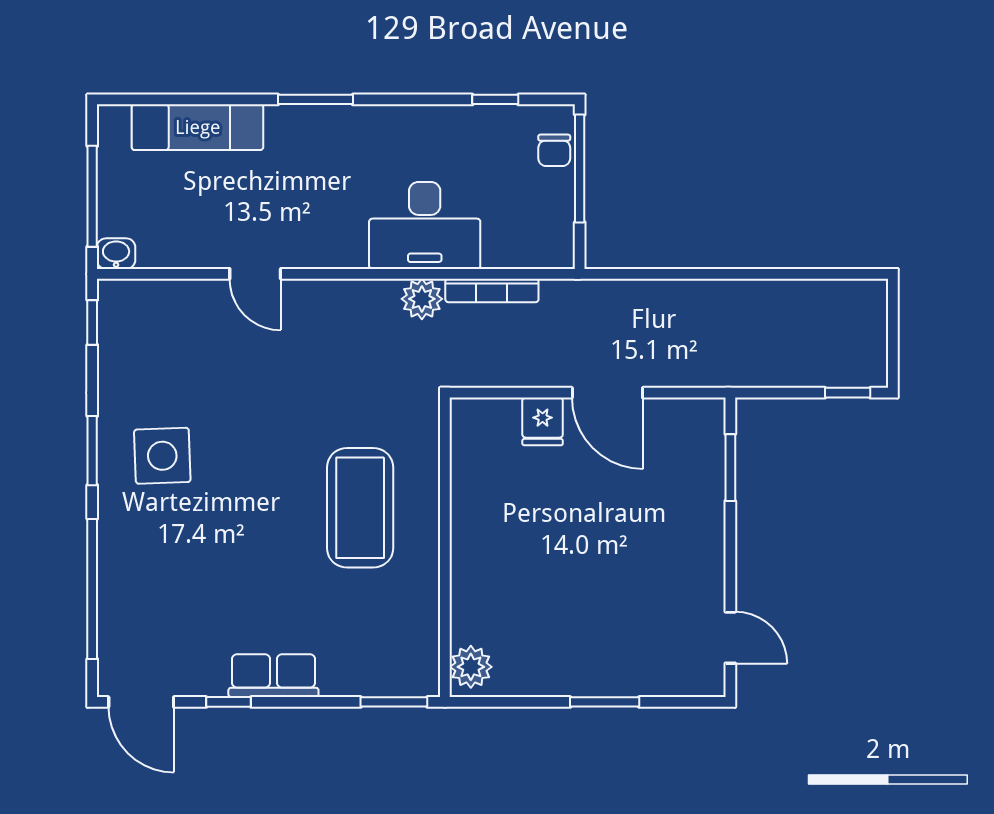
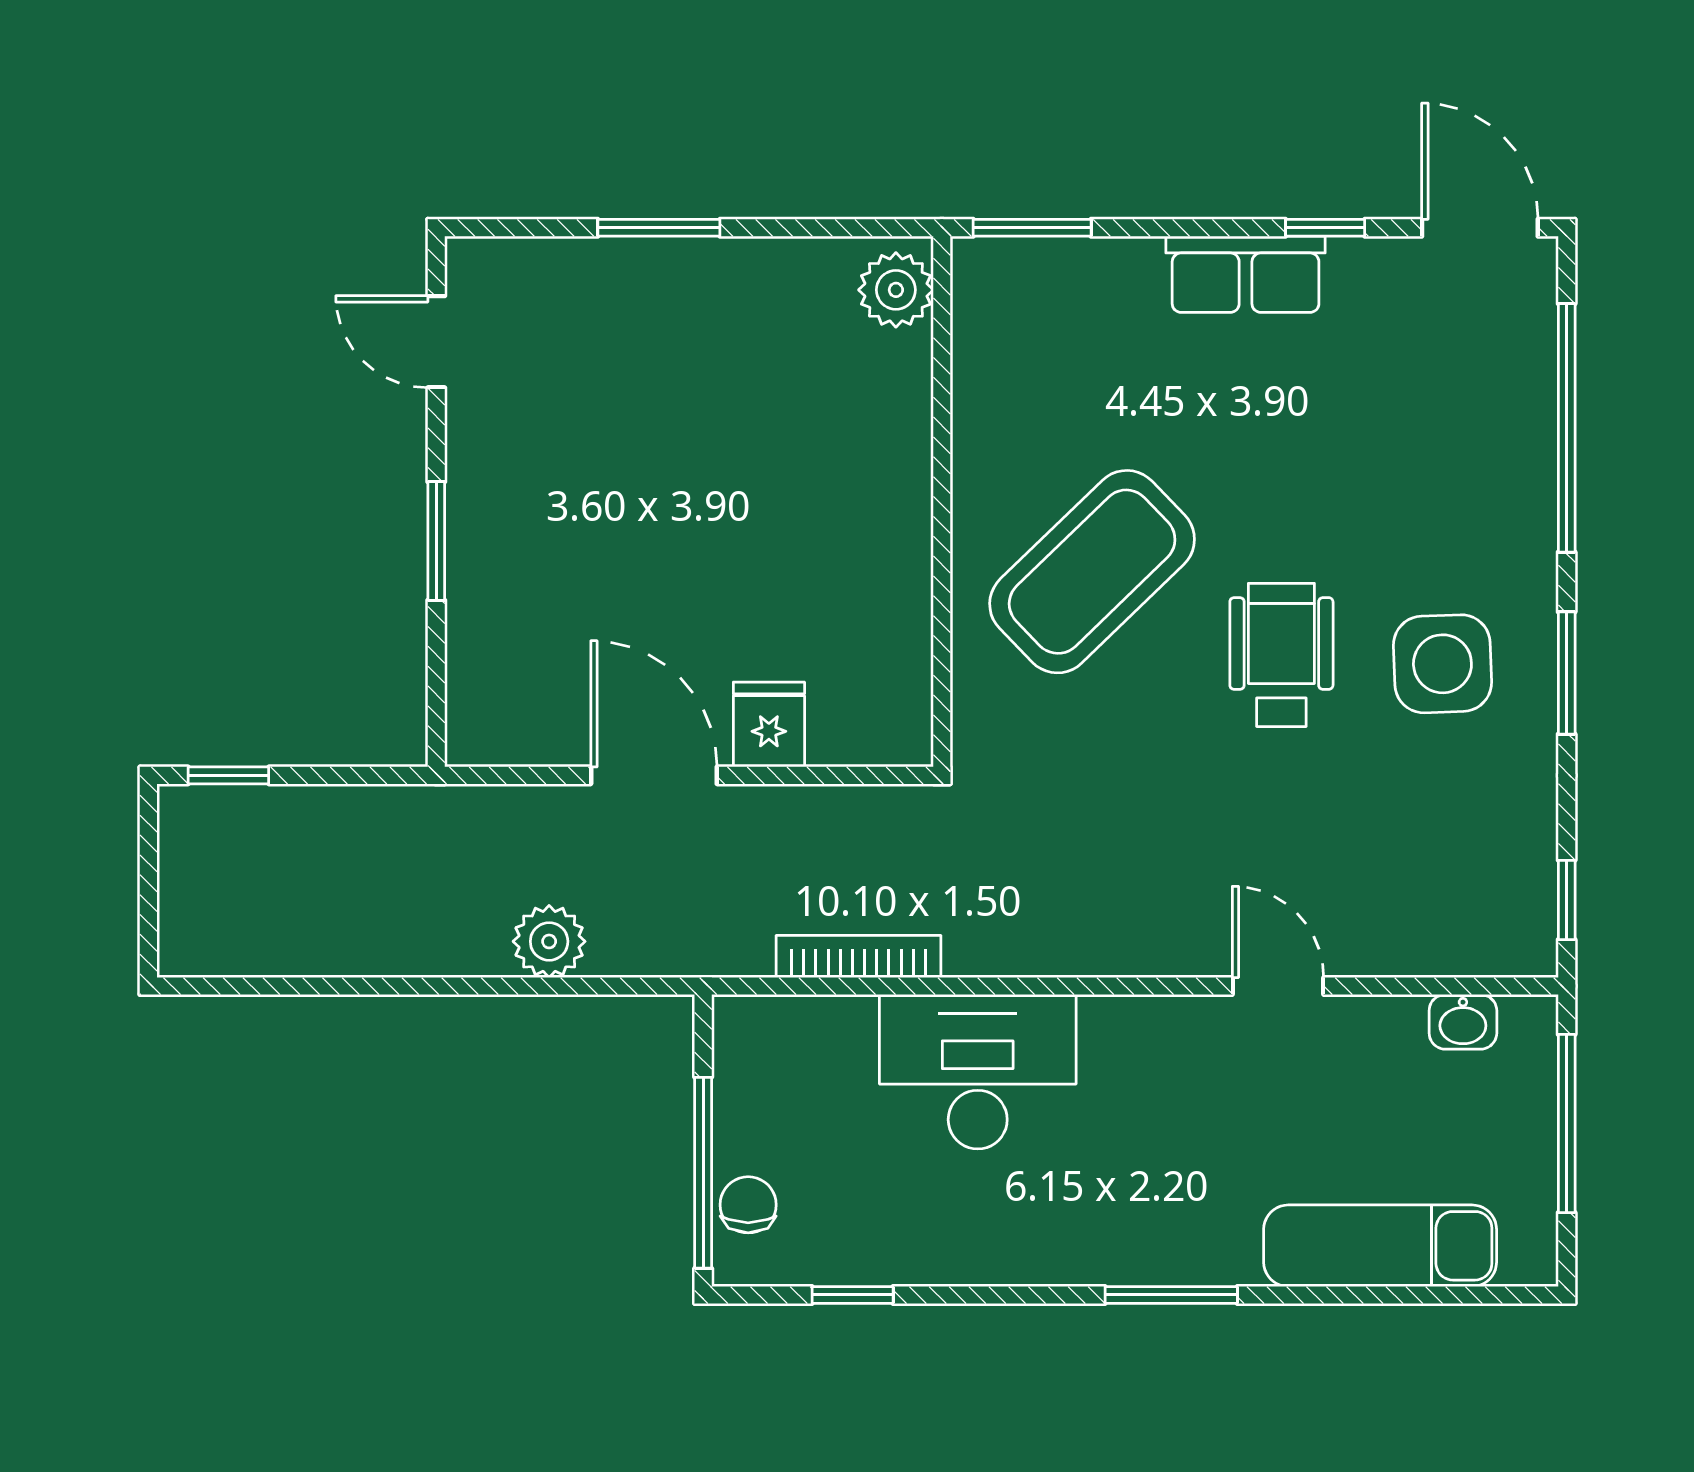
washbasin: (116, 254) -> (1463, 1022), moved
plant: (422, 299) -> (549, 941), moved
wheelchair: (253, 461) -> (1281, 655), added
window: (730, 468) -> (436, 541), moved
coffee table: (360, 508) -> (1092, 572), turned 46

